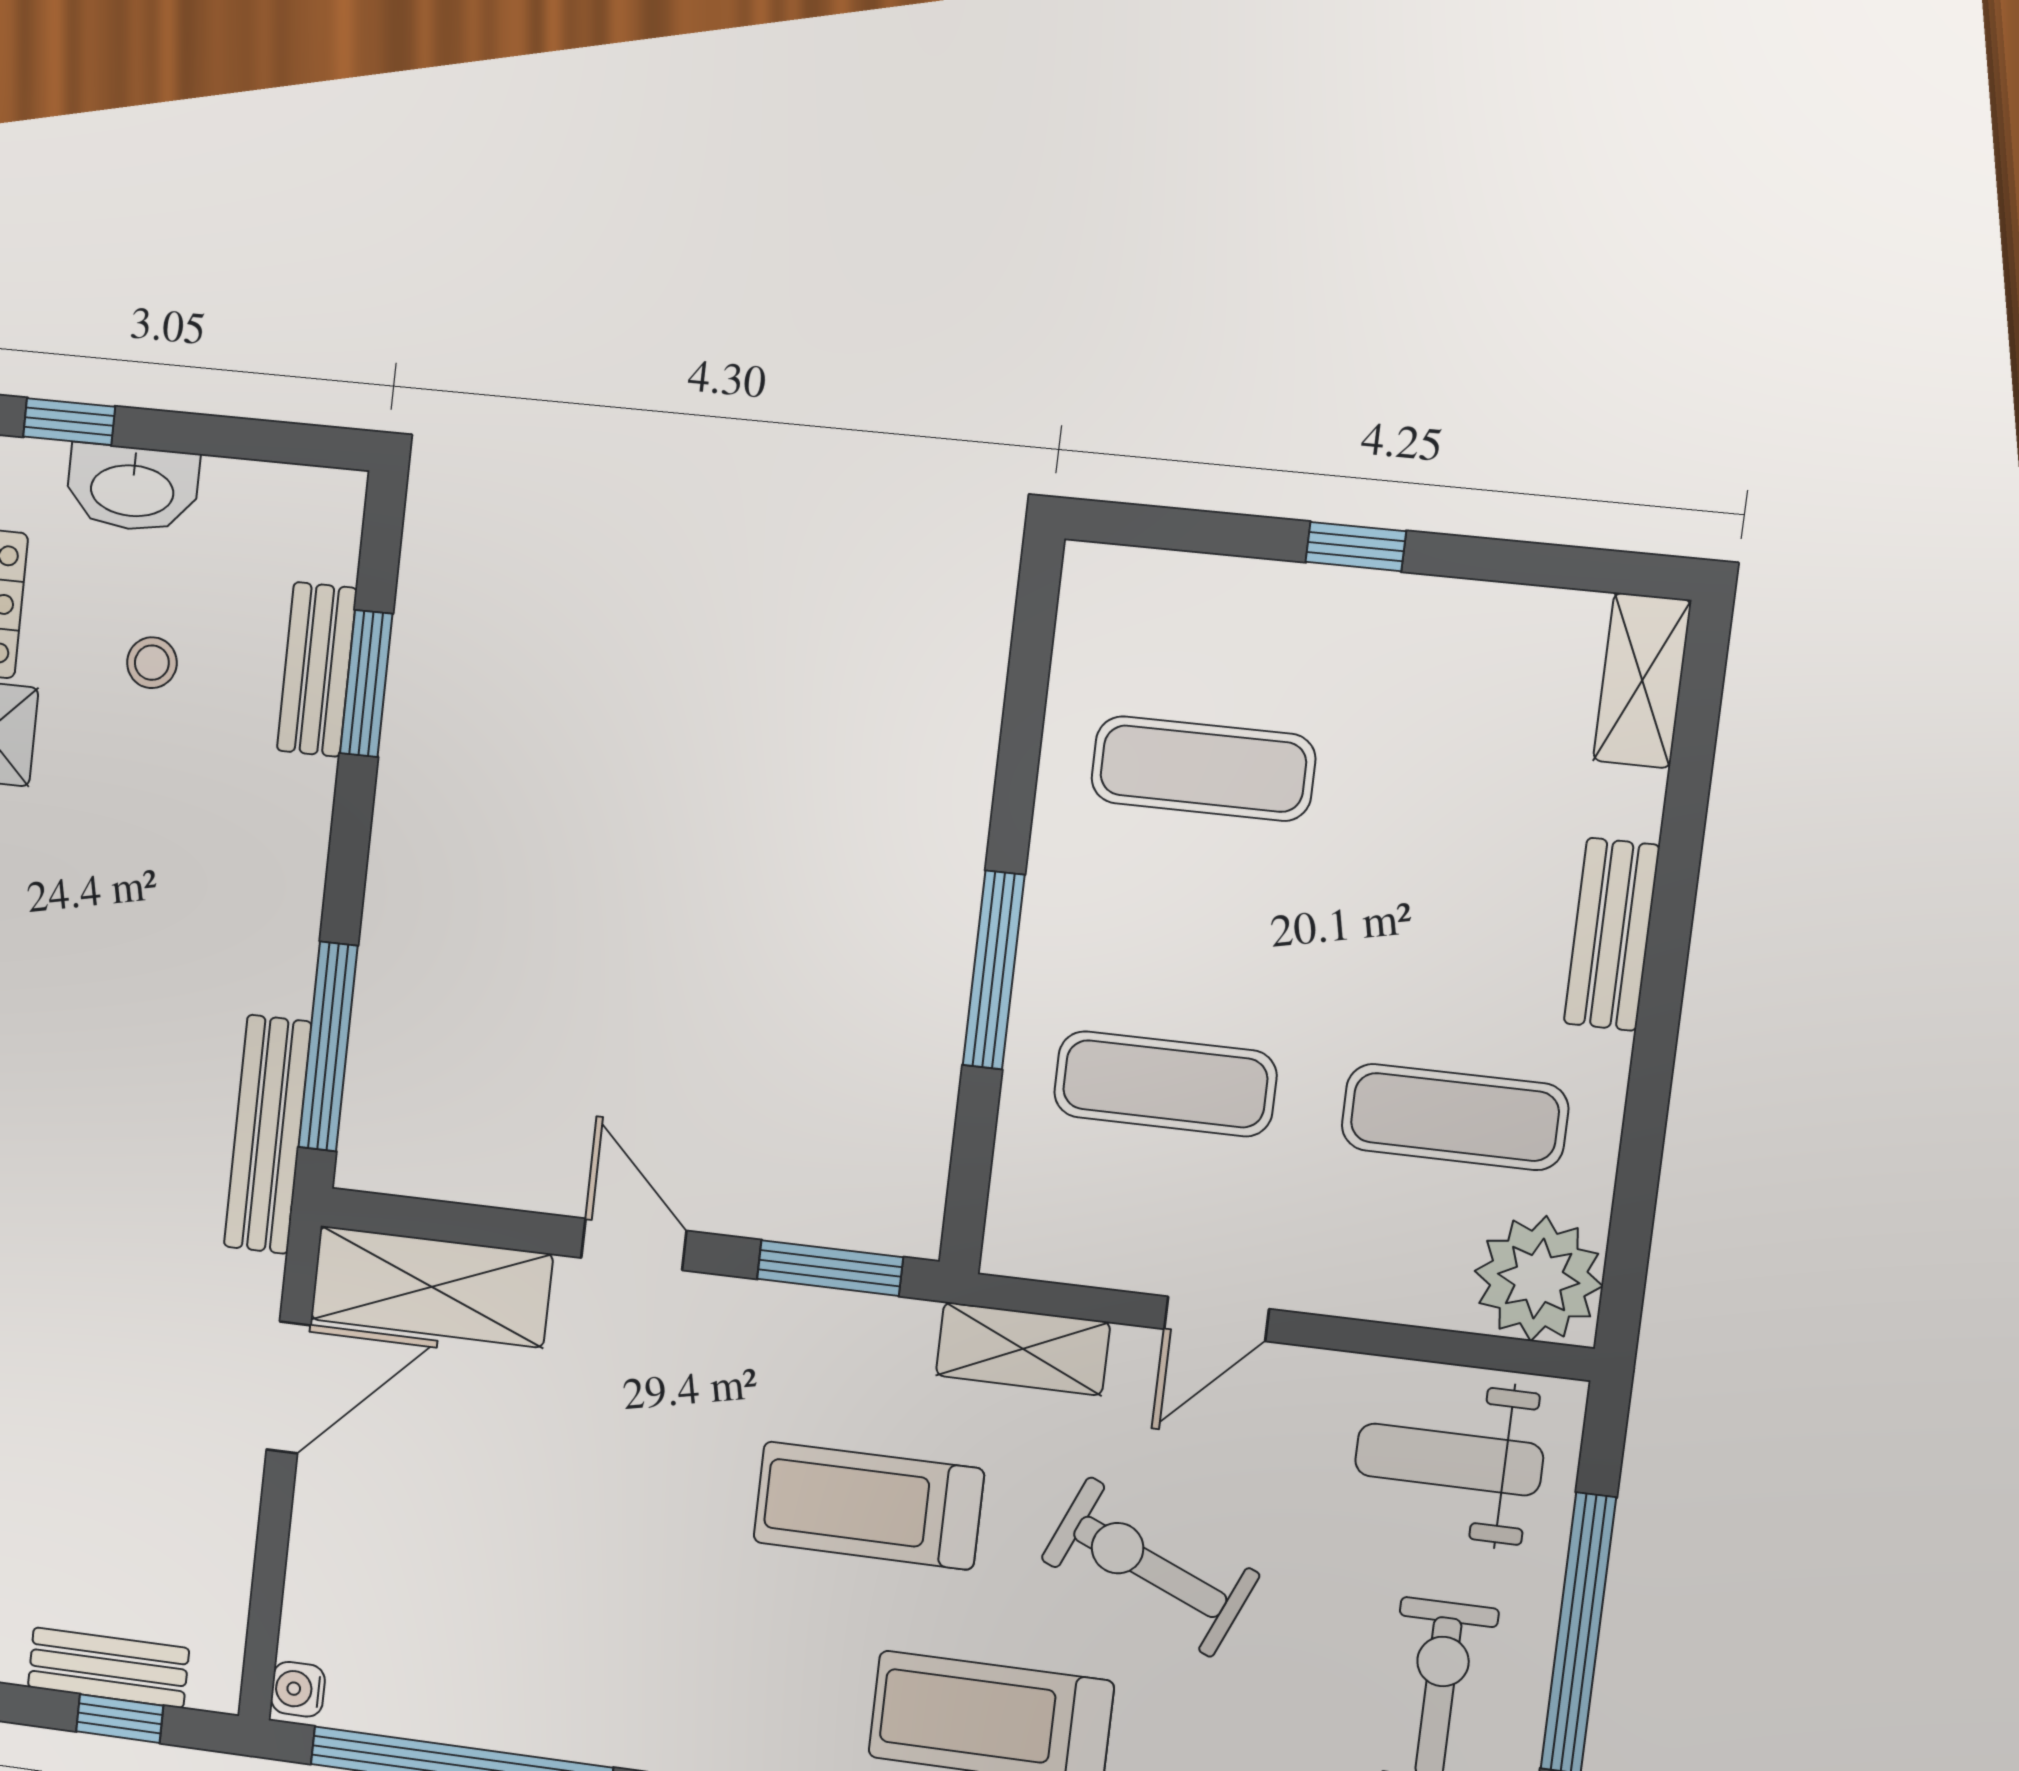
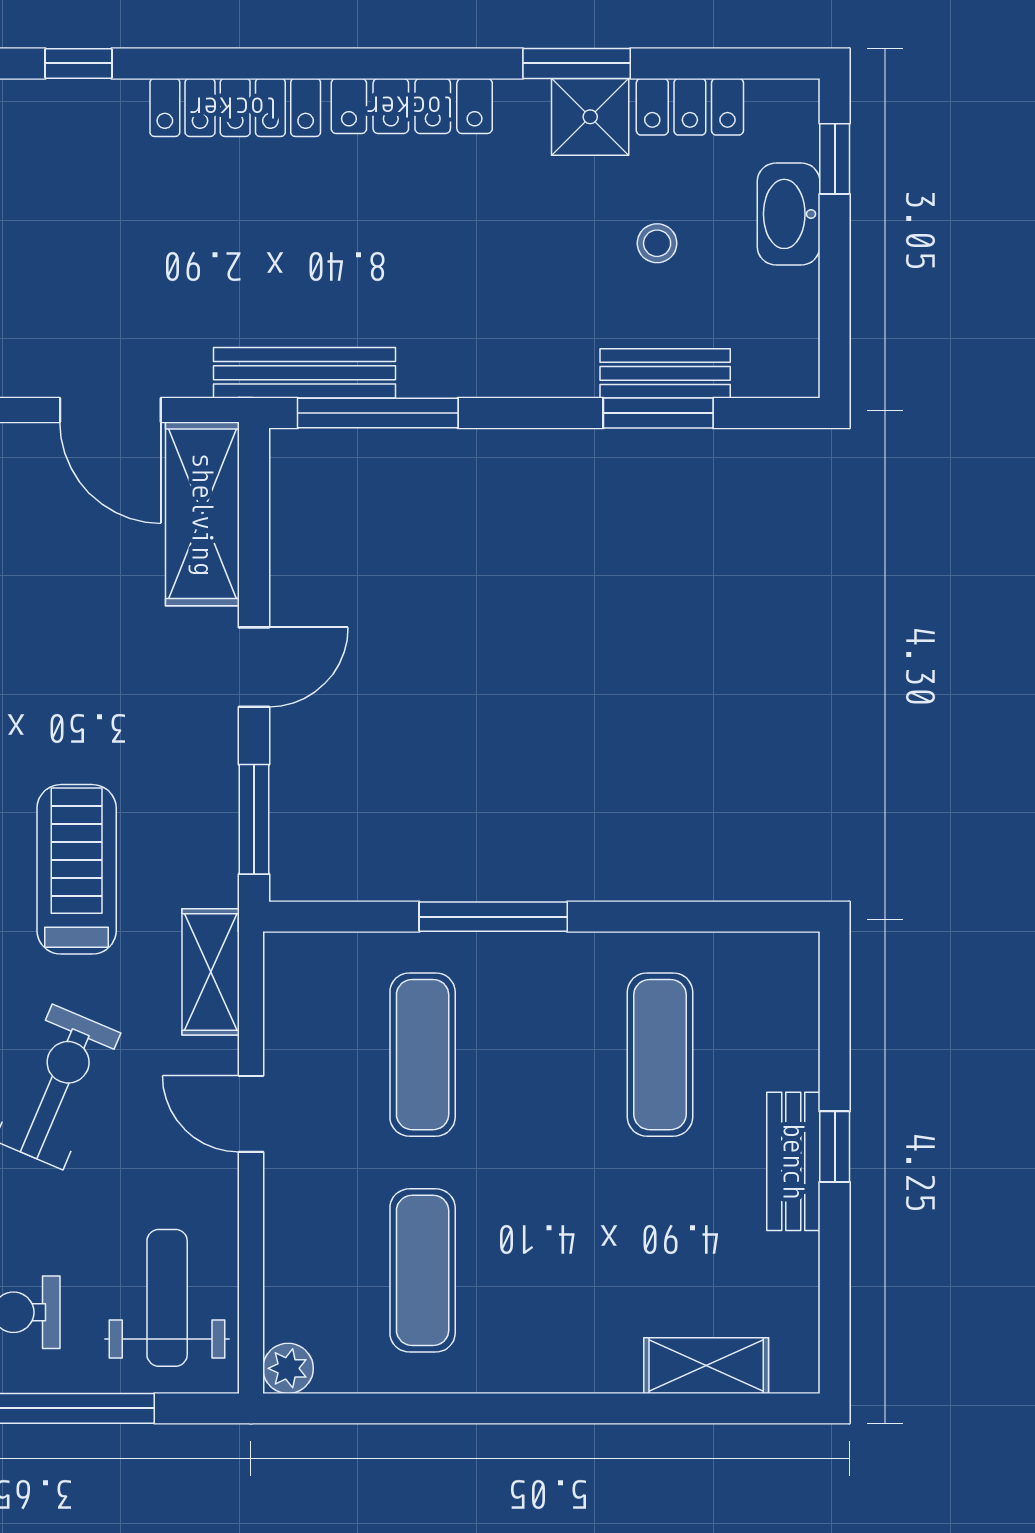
shelving: (1642, 680) -> (706, 1366), moved
bench: (1612, 934) -> (793, 1161), moved, turned 90
plant: (1539, 1279) -> (288, 1368), width x0.53, depth x0.53

